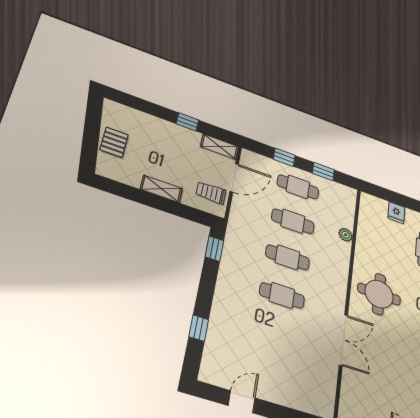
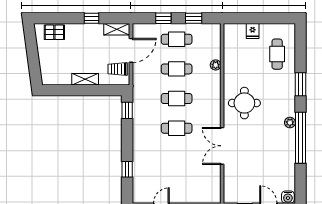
pallet: (114, 142) -> (54, 32), moved, turned 90
double door: (343, 340) -> (222, 146), swing flipped

